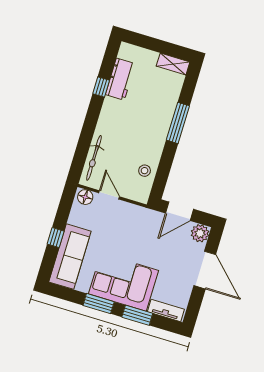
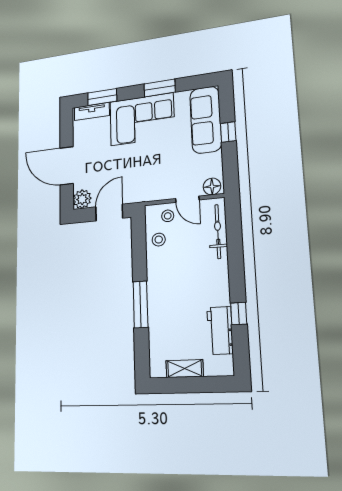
shelving: (173, 64) -> (185, 369), moved
stool: (130, 188) -> (168, 216), added
window: (137, 315) -> (102, 97), moved

